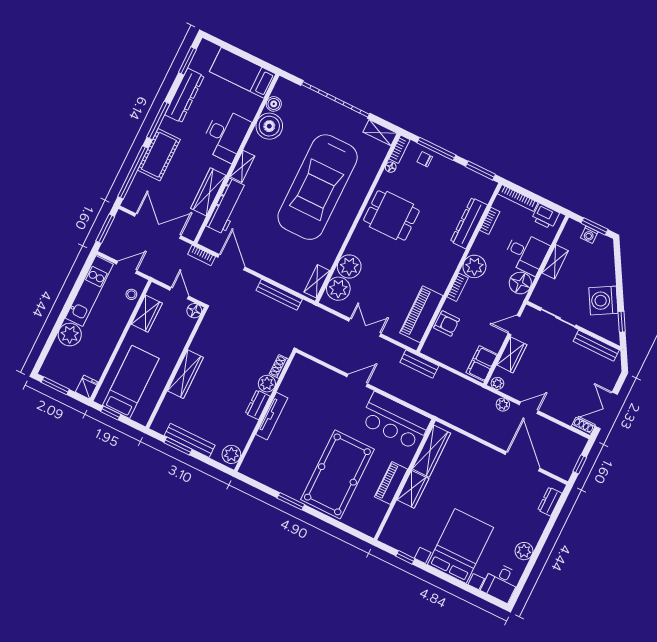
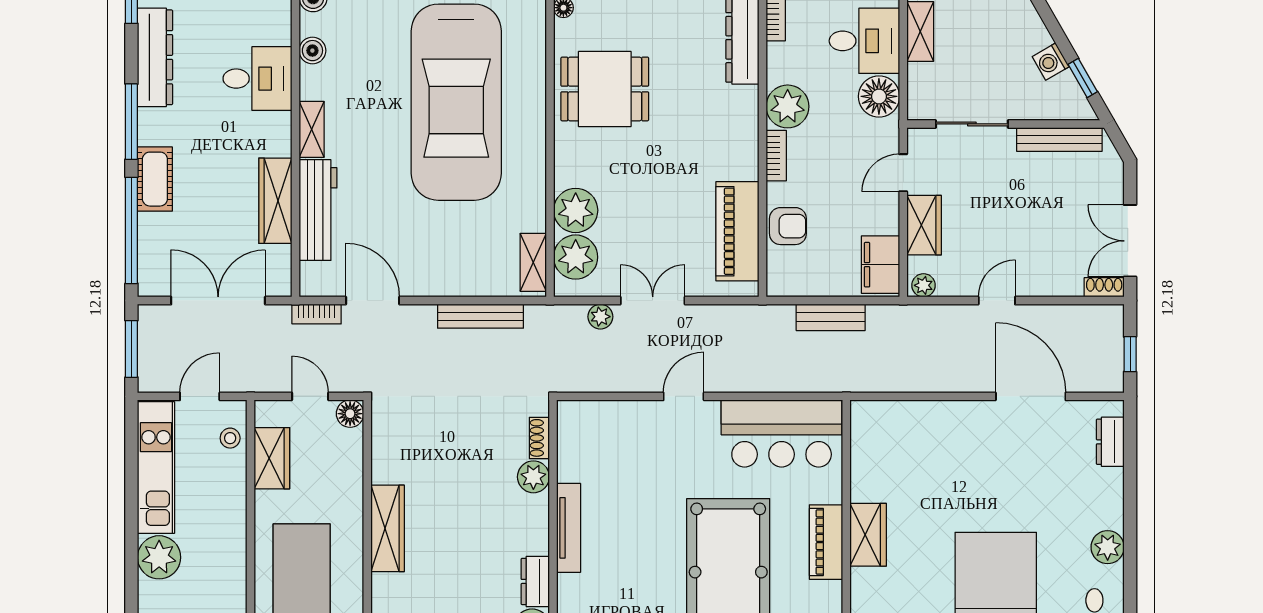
boiler: (269, 126) -> (312, 51), width x0.54, depth x0.54
desk: (226, 135) -> (257, 79), width x0.73
cot: (159, 155) -> (155, 179), width x0.73, depth x0.75
washing machine: (603, 300) -> (1051, 62), width x0.53, depth x0.53
bench: (419, 364) -> (831, 317), moved
dresser: (258, 405) -> (535, 581), moved
plant: (503, 405) -> (600, 317), moved
wardrobe: (431, 451) -> (868, 455), removed

